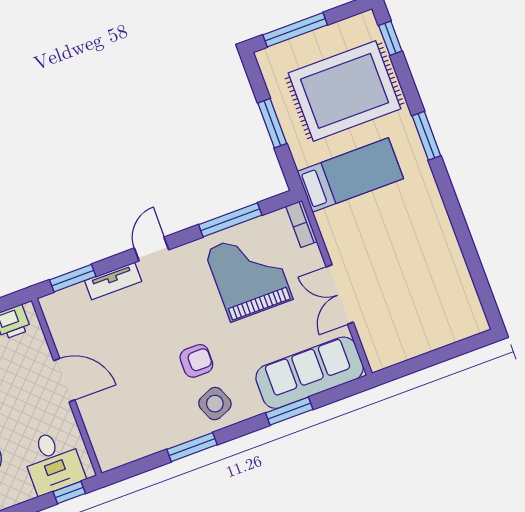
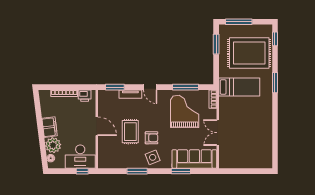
window: (272, 123) -> (216, 44), moved
door: (152, 249) -> (150, 87), swing flipped
rug: (144, 365) -> (130, 132), added
desk: (53, 462) -> (80, 157), width x1.37

